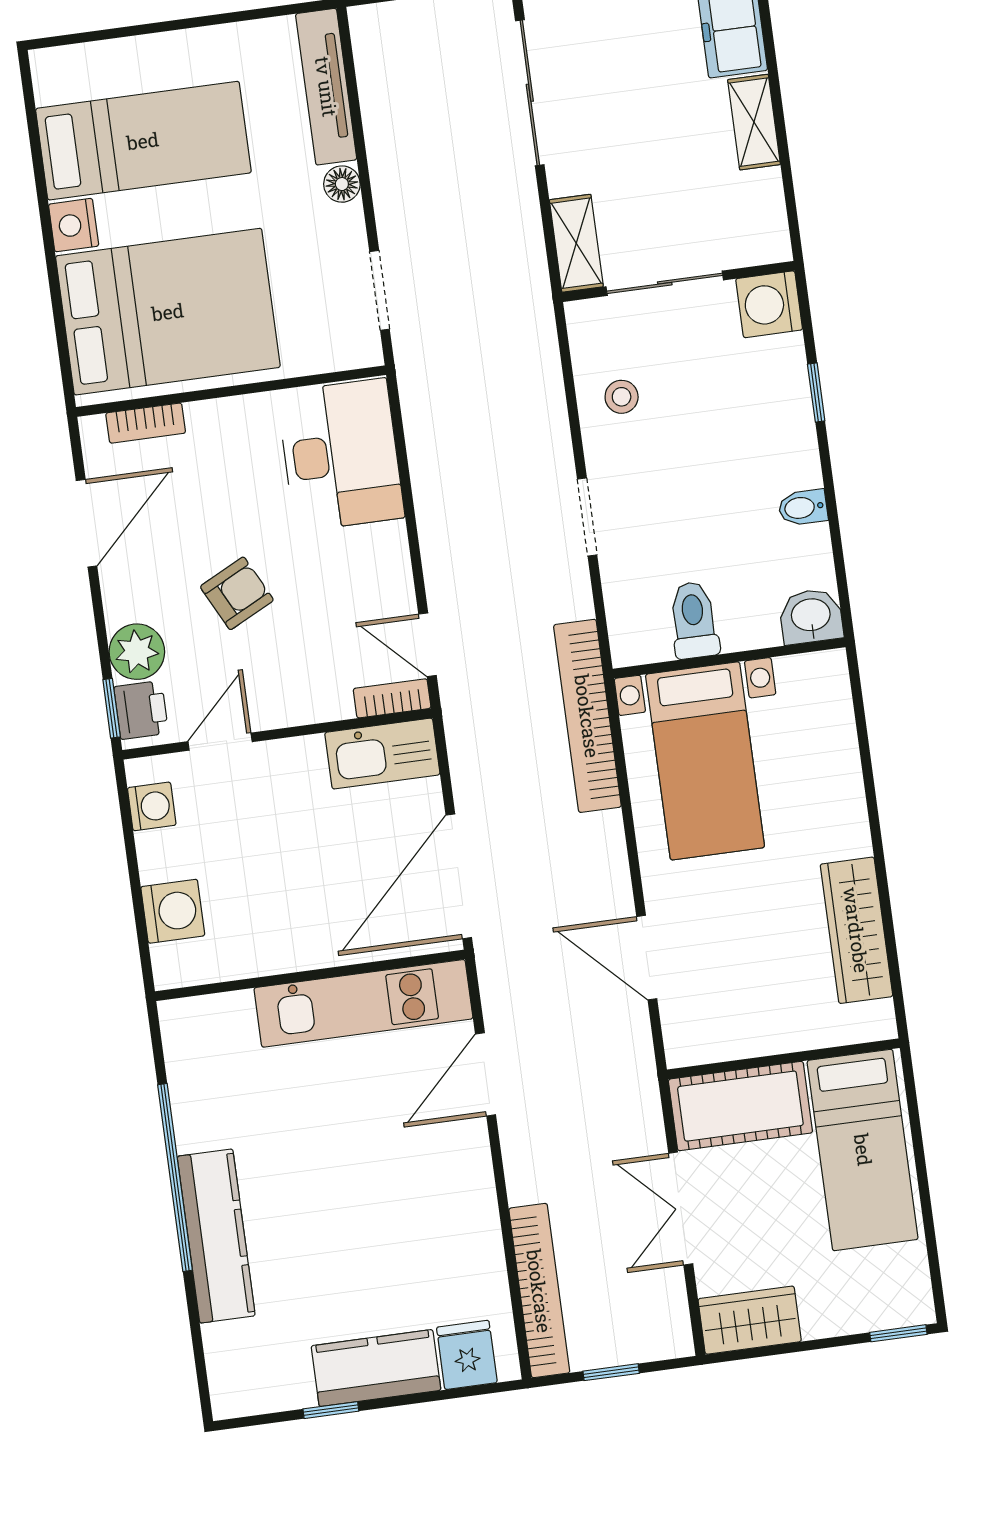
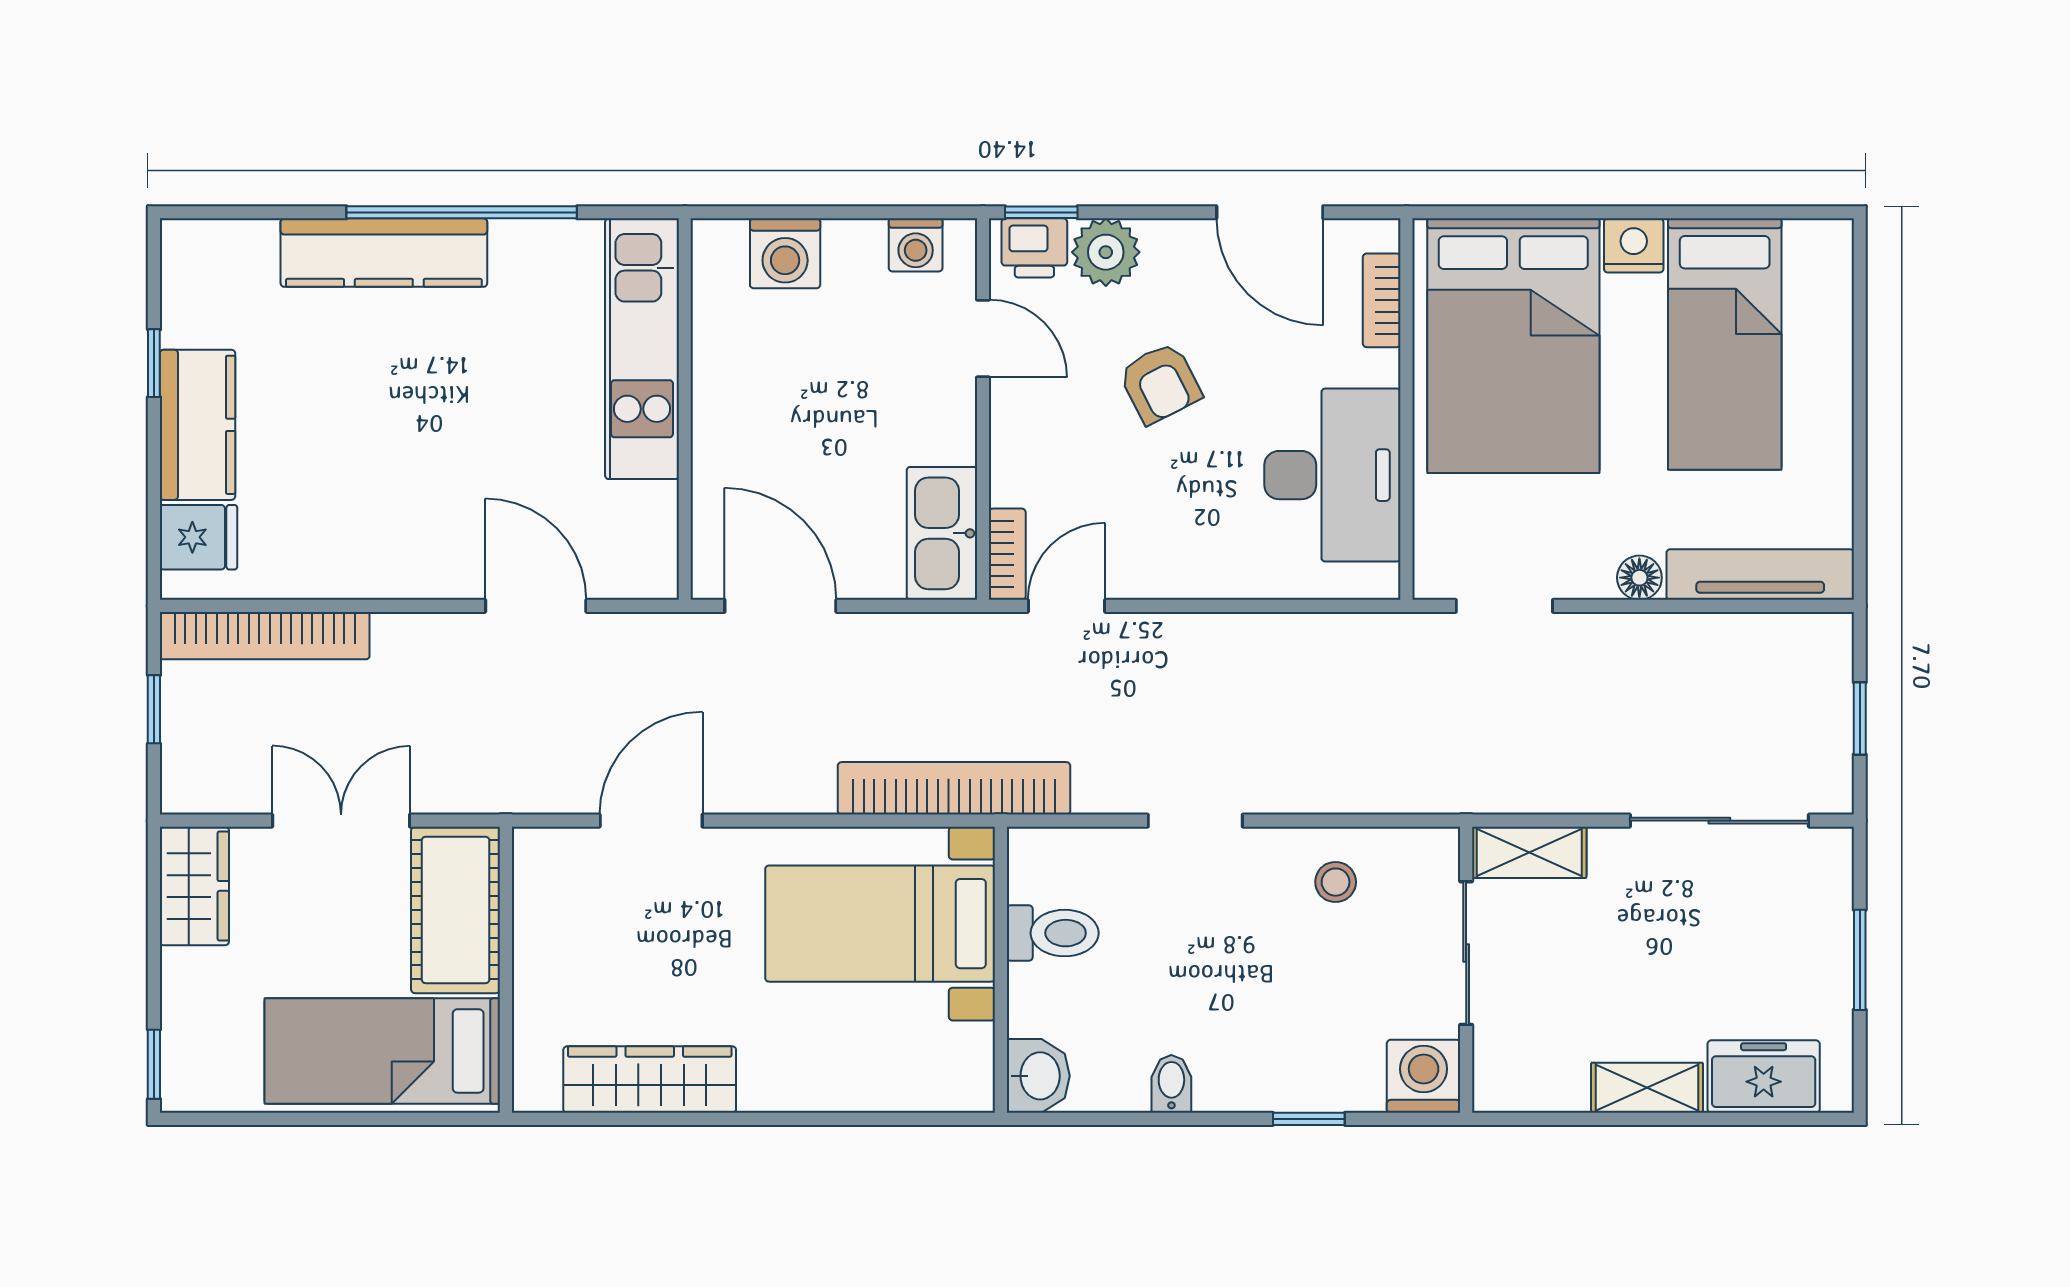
desk: (341, 455) -> (1332, 475), moved, turned -90
door: (459, 876) -> (780, 606), width x0.73
kitchen unit: (363, 1003) -> (642, 349), moved

